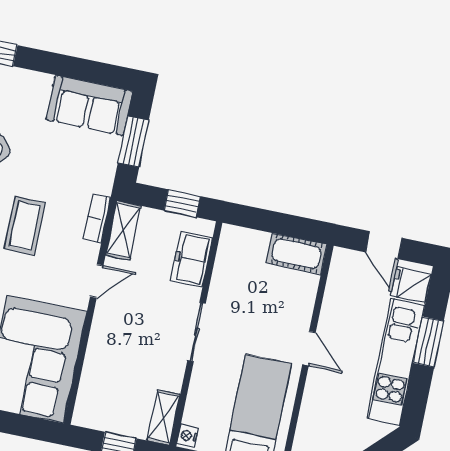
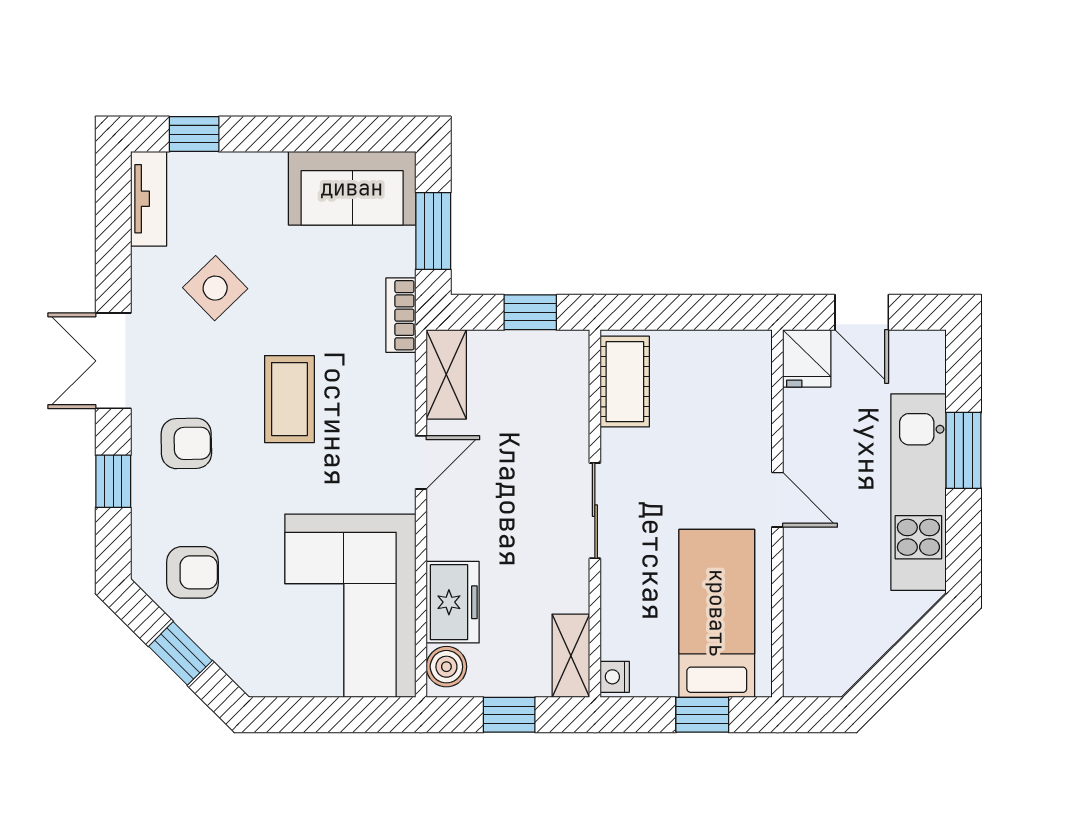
bookcase: (97, 219) -> (401, 315), moved
cot: (296, 254) -> (625, 382), moved, turned 90
freezer: (191, 259) -> (453, 602), moved, turned 180
fridge: (411, 285) -> (807, 358), moved, turned -90
boiler: (86, 408) -> (446, 667), added

